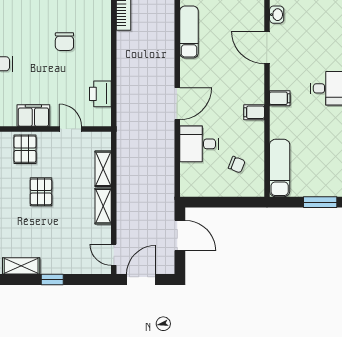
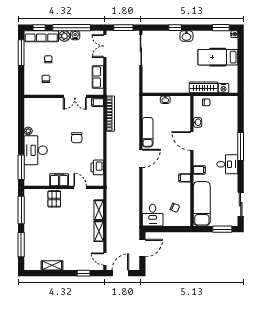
door: (177, 104) -> (141, 158), moved
desk: (199, 144) -> (153, 215), moved, turned -90
exam couch: (280, 168) -> (202, 204), width x1.36, depth x1.45
pallet: (41, 192) -> (63, 223), removed
door: (180, 235) -> (142, 248), hinge flipped
window: (52, 279) -> (84, 273), moved

